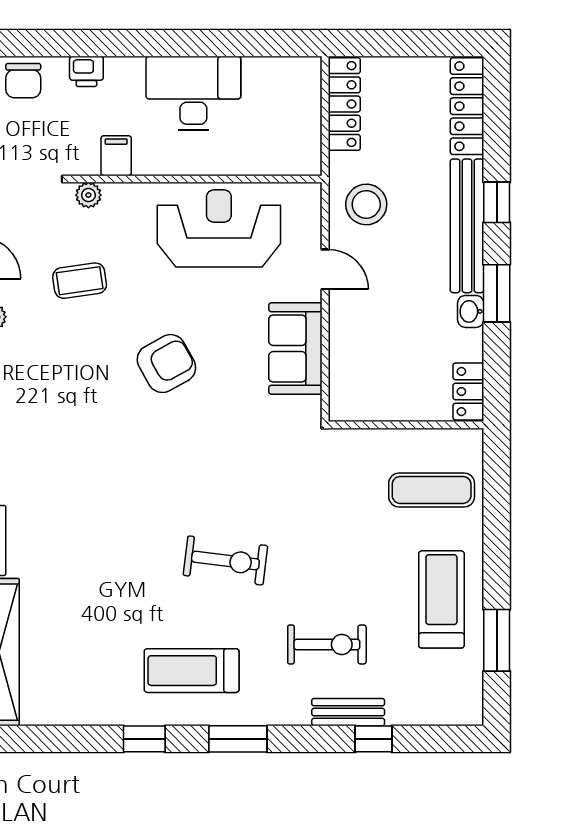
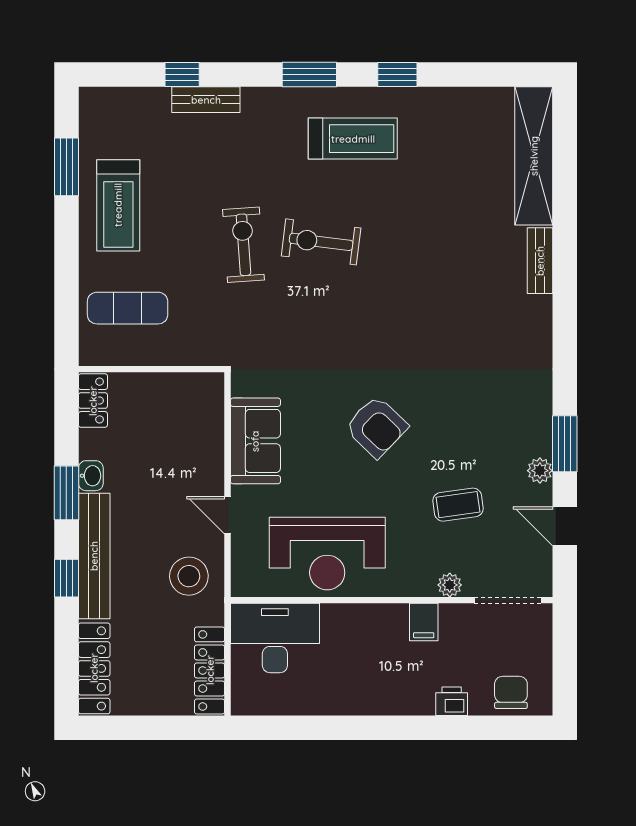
desk: (193, 93) -> (275, 638), moved, turned 180
armchair: (166, 364) -> (376, 427), turned -107
exercise bike: (327, 644) -> (243, 245), moved, turned 86

